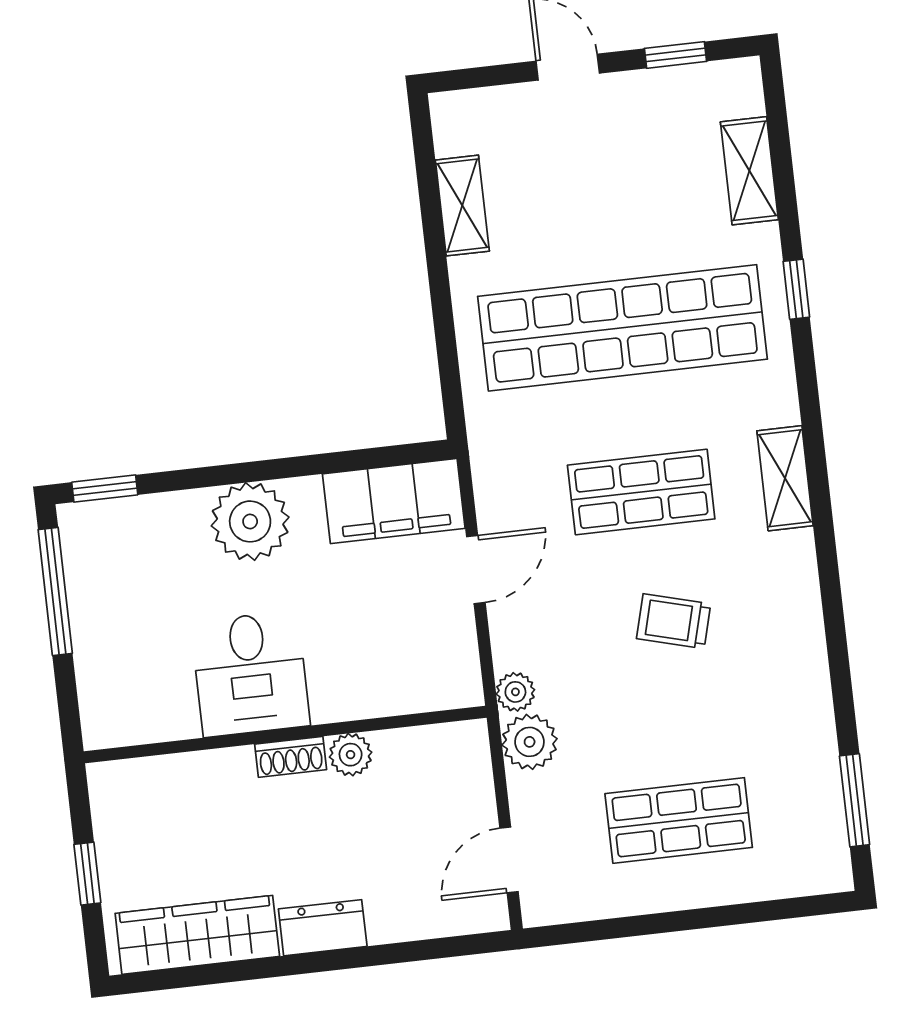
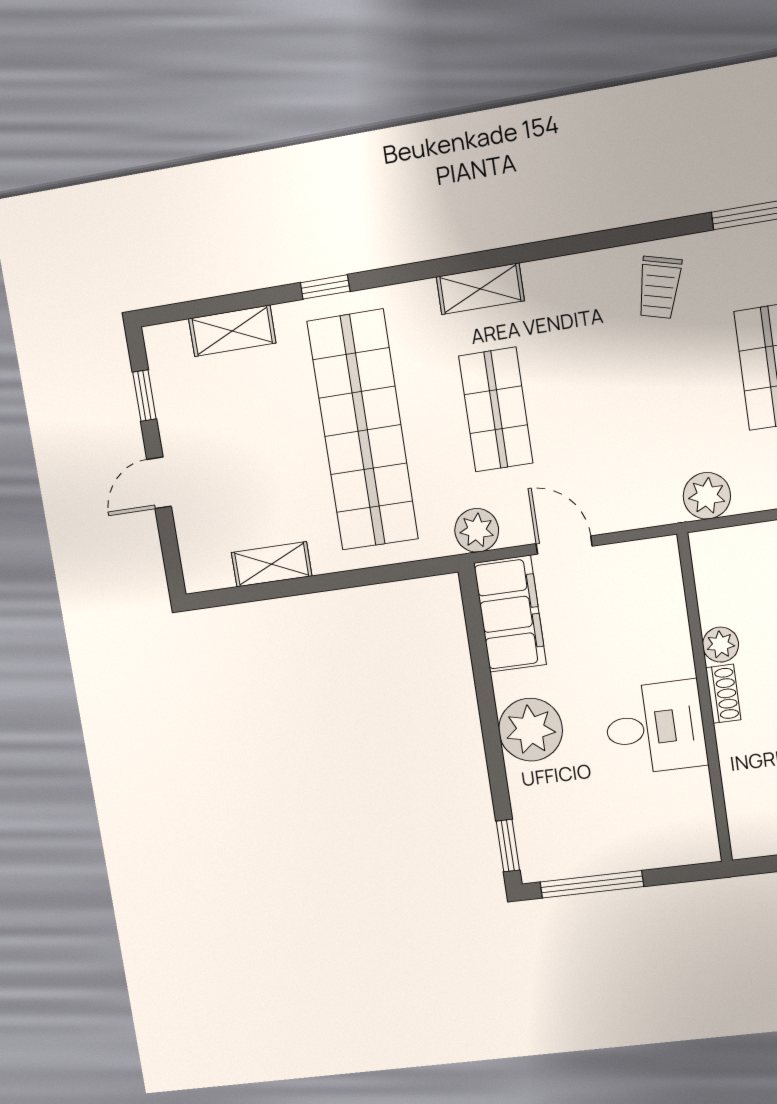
trolley: (674, 621) -> (659, 287), moved
plant: (515, 692) -> (477, 530), moved, width x1.38, depth x1.38

